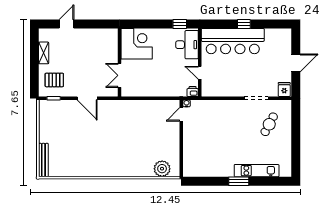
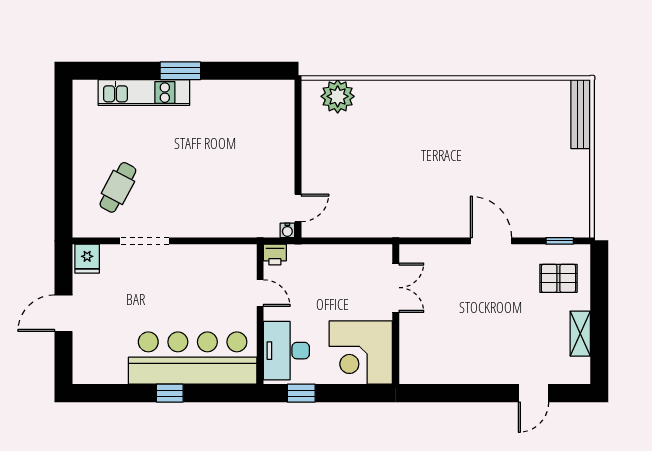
corner desk: (137, 44) -> (361, 353), moved
wall: (120, 62) -> (396, 314), moved
double door: (120, 75) -> (396, 288), moved

